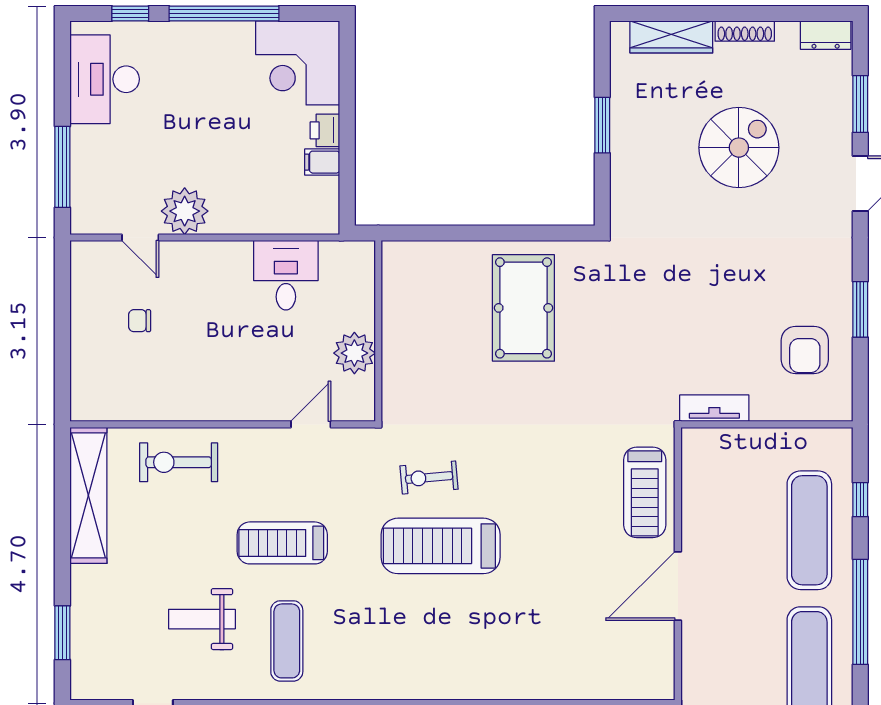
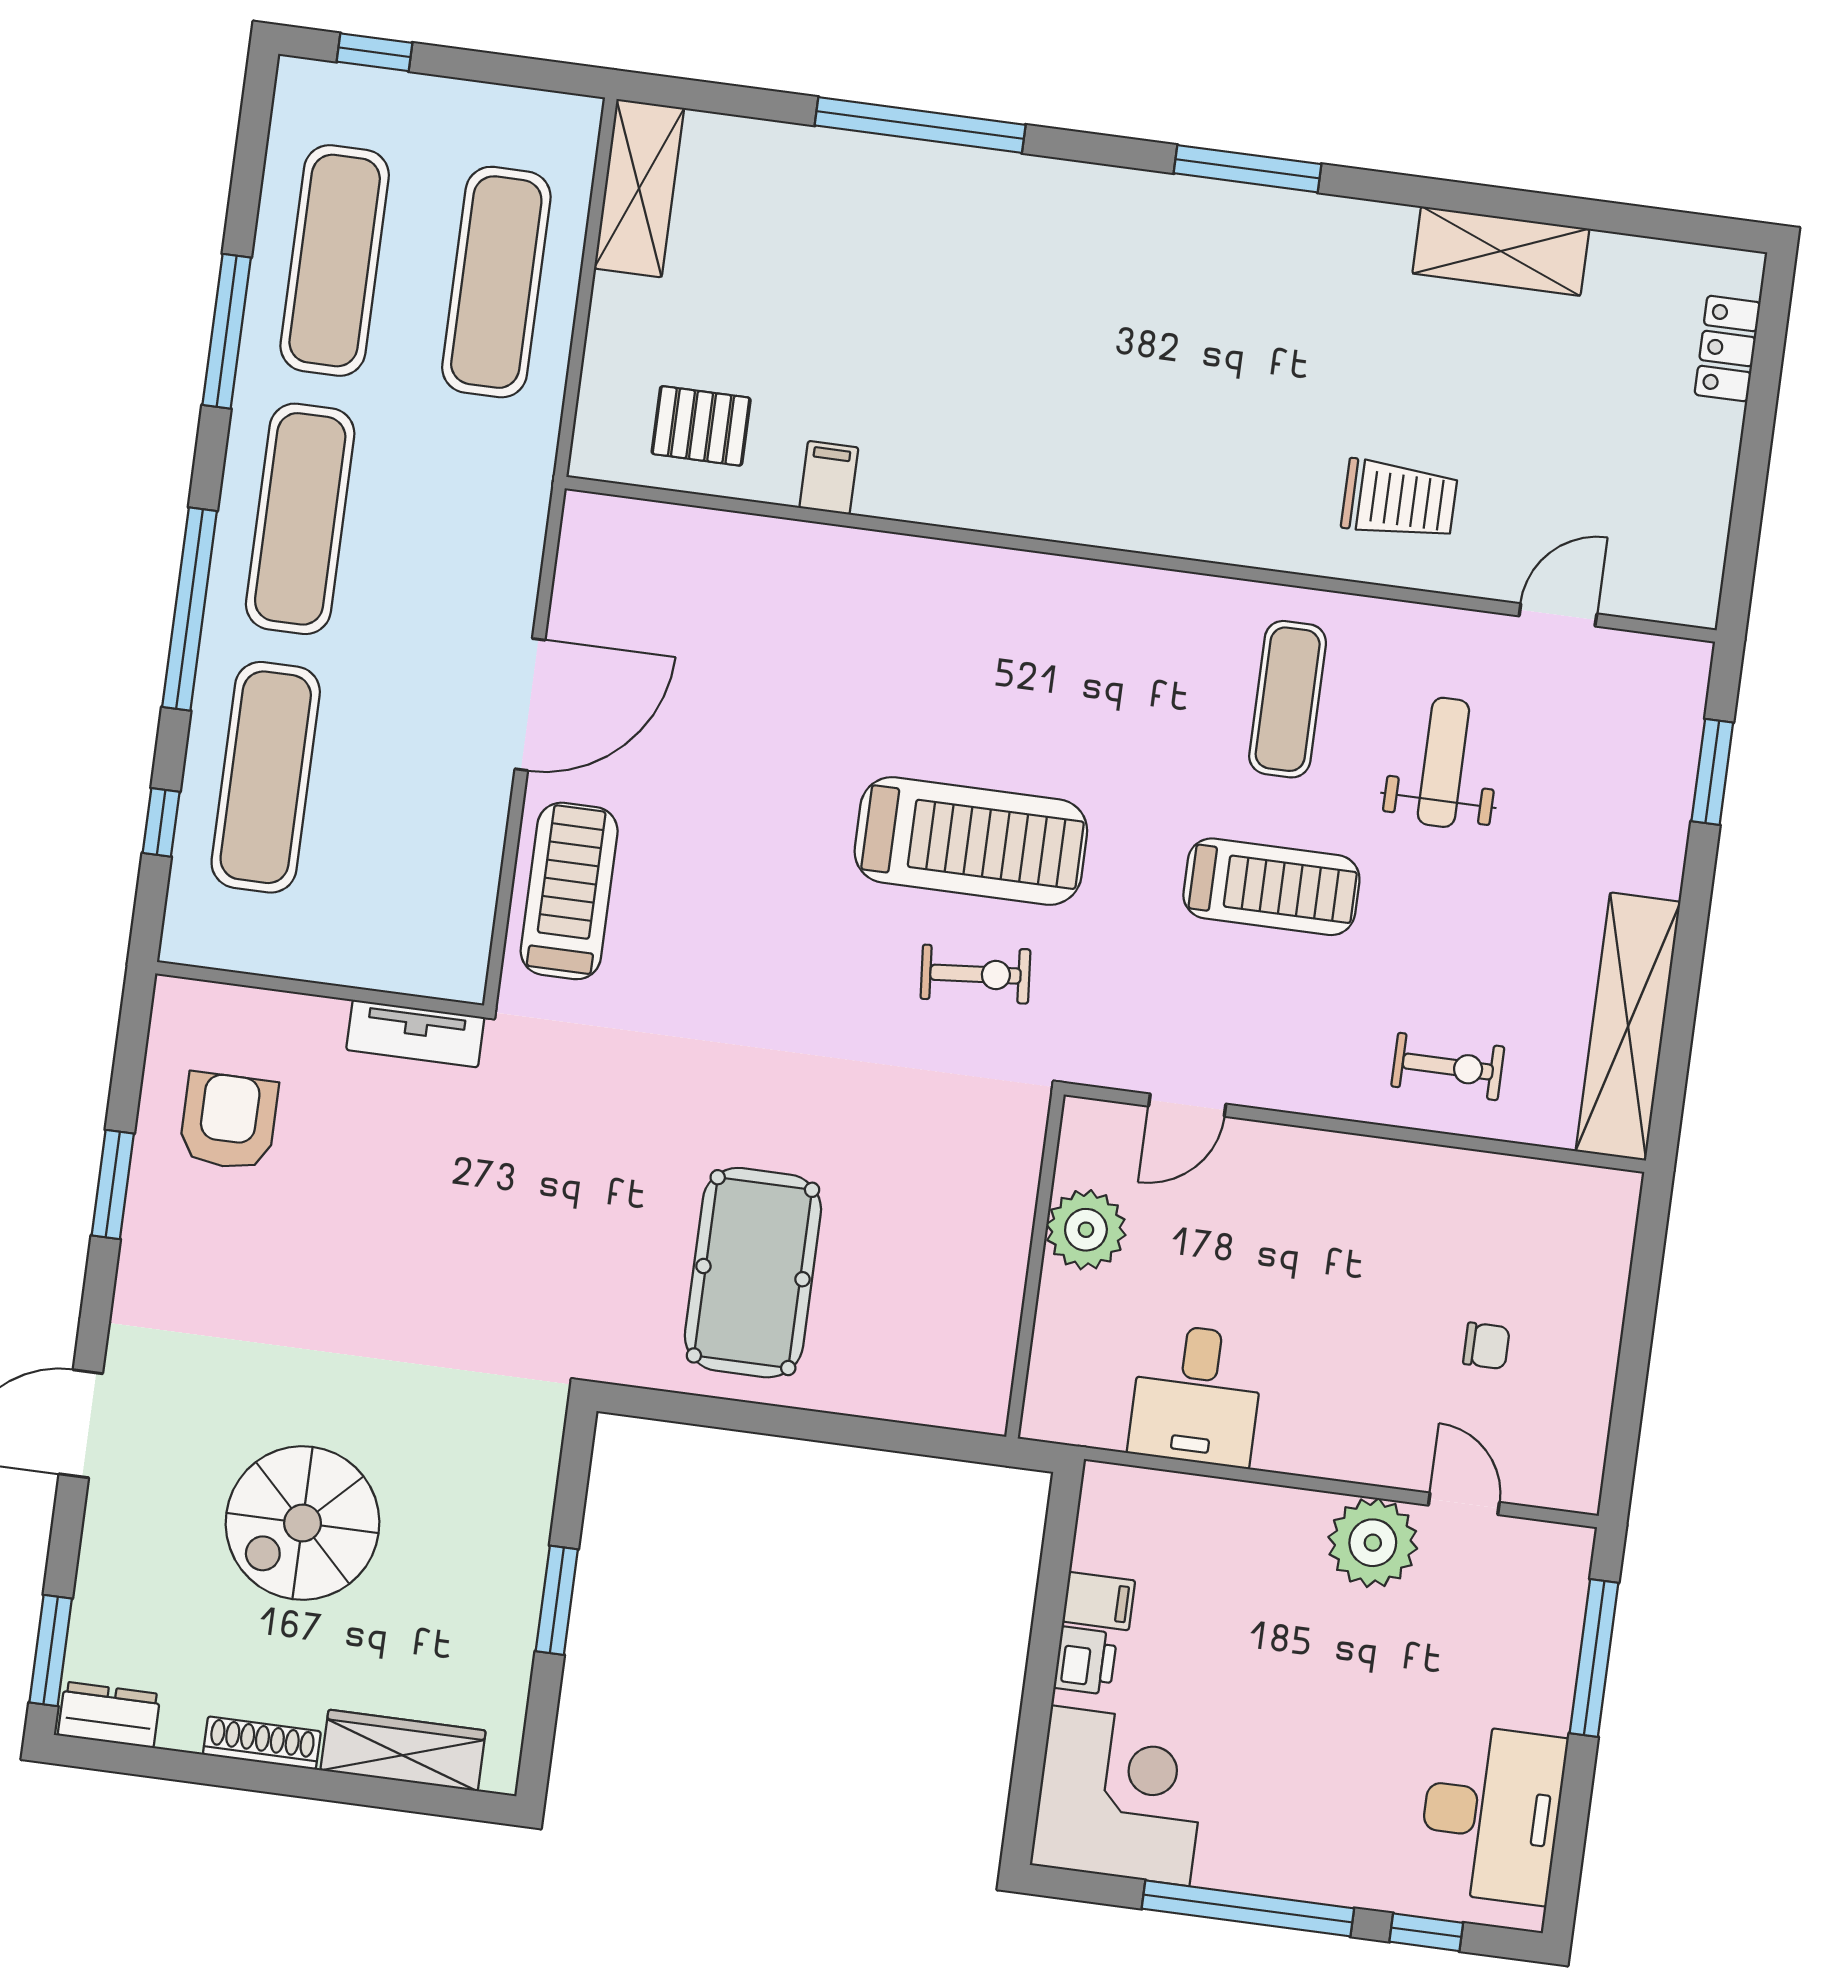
window: (860, 104) -> (51, 1651), moved
exercise bike: (179, 462) -> (1448, 1067), width x0.73, depth x0.72
weight bench: (202, 619) -> (1443, 762), turned -90

